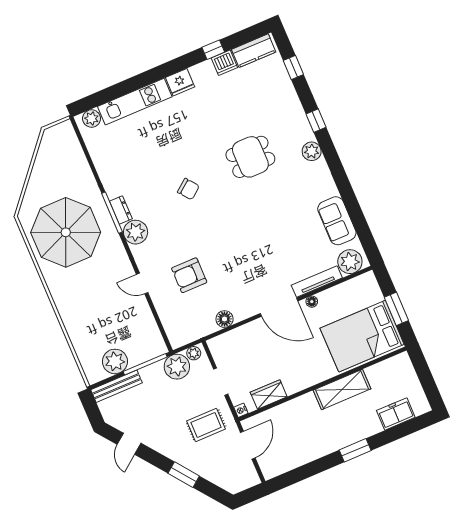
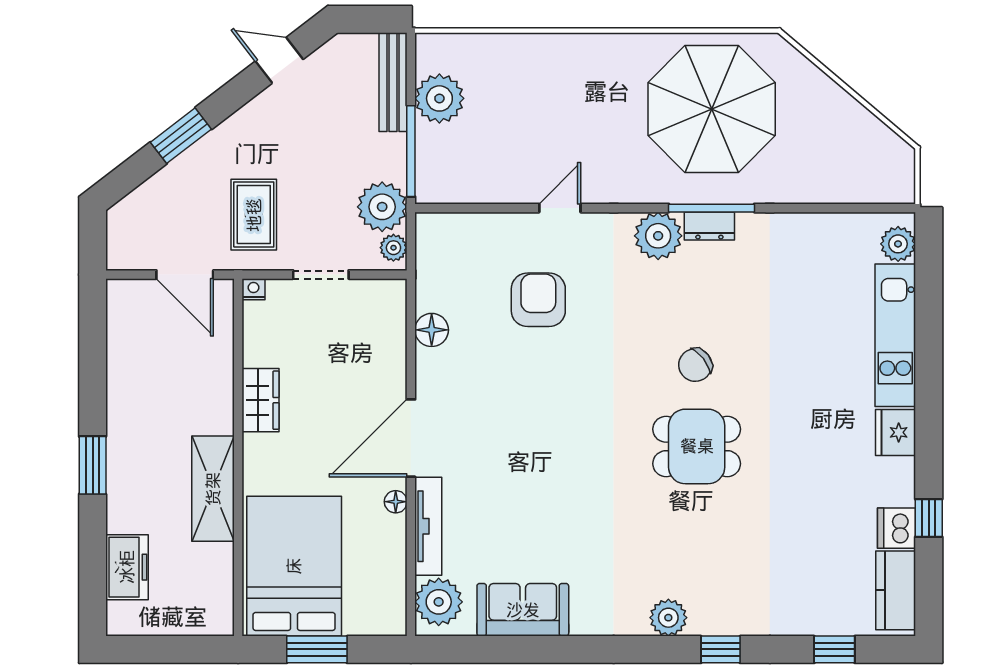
dining table: (250, 157) -> (697, 446), moved, turned 90
wardrobe: (269, 395) -> (261, 400), moved

